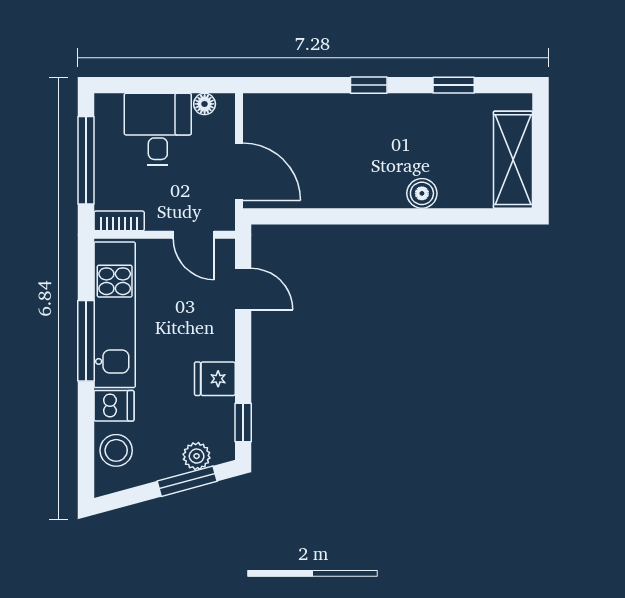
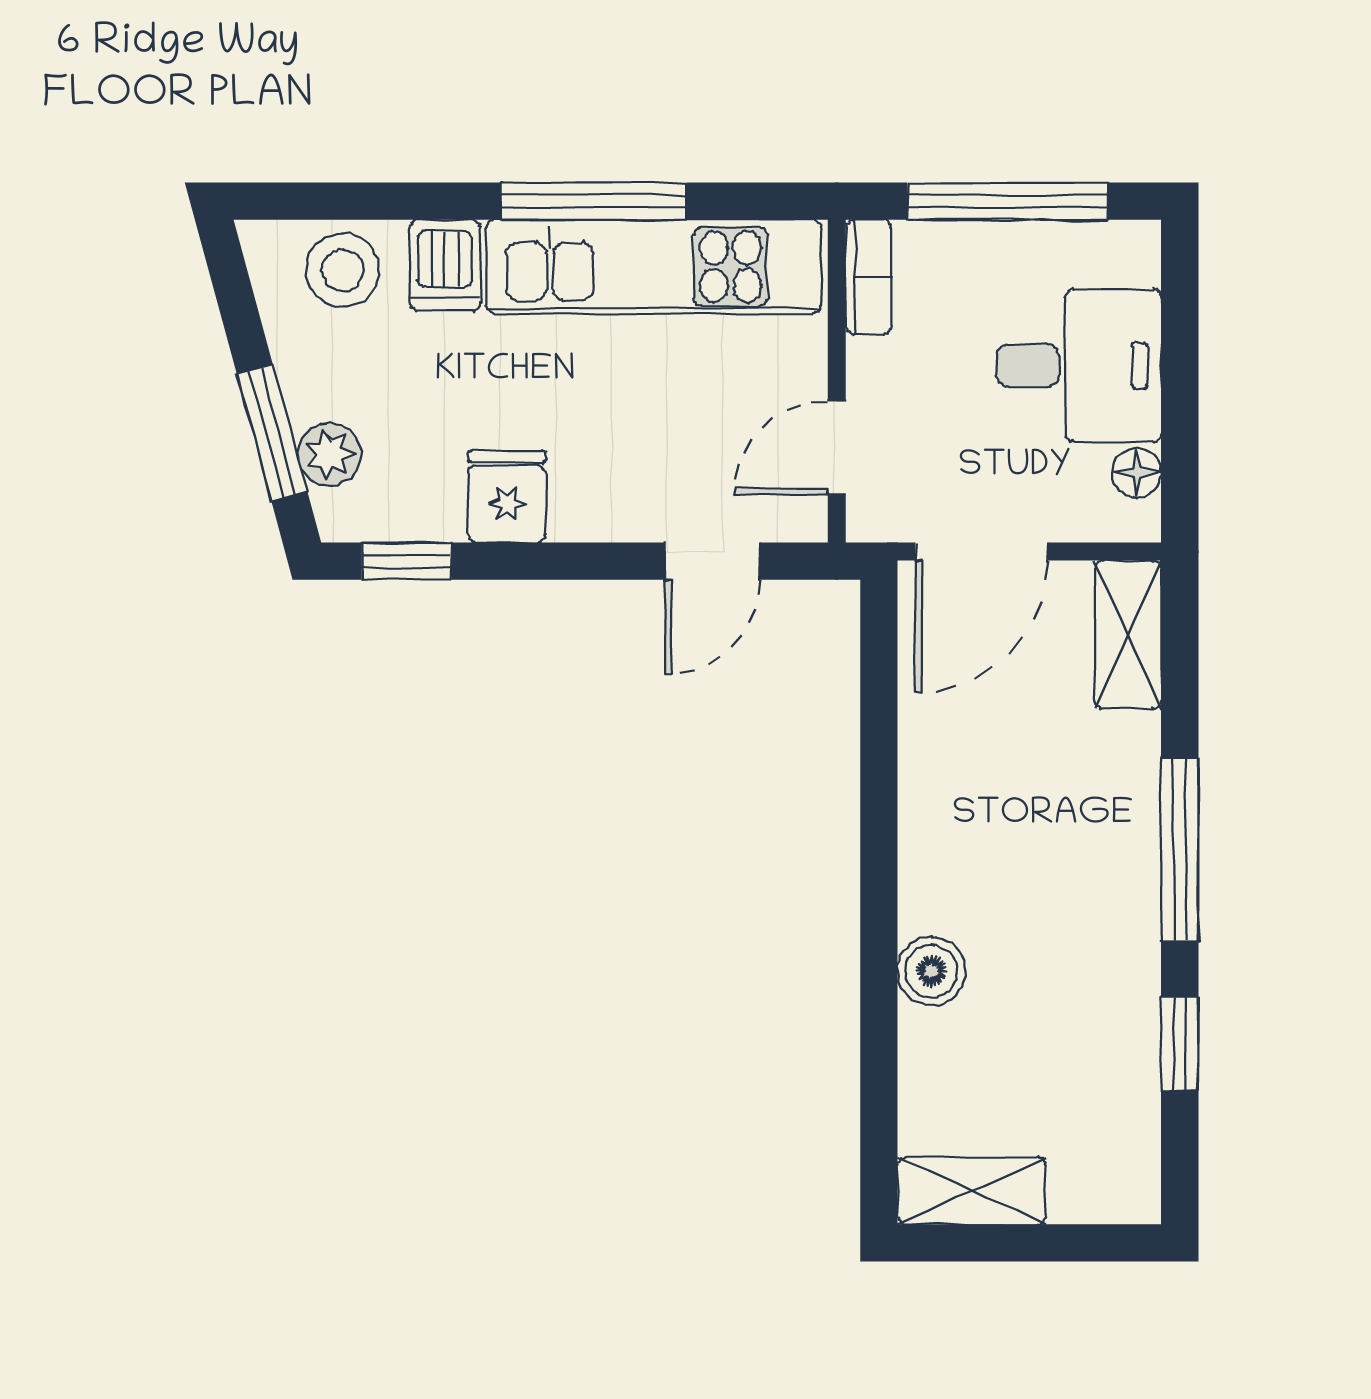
window: (369, 85) -> (1180, 849), width x2.17
shelving: (275, 108) -> (1128, 634), added
shelving: (513, 160) -> (972, 1191), width x0.67, depth x0.75

